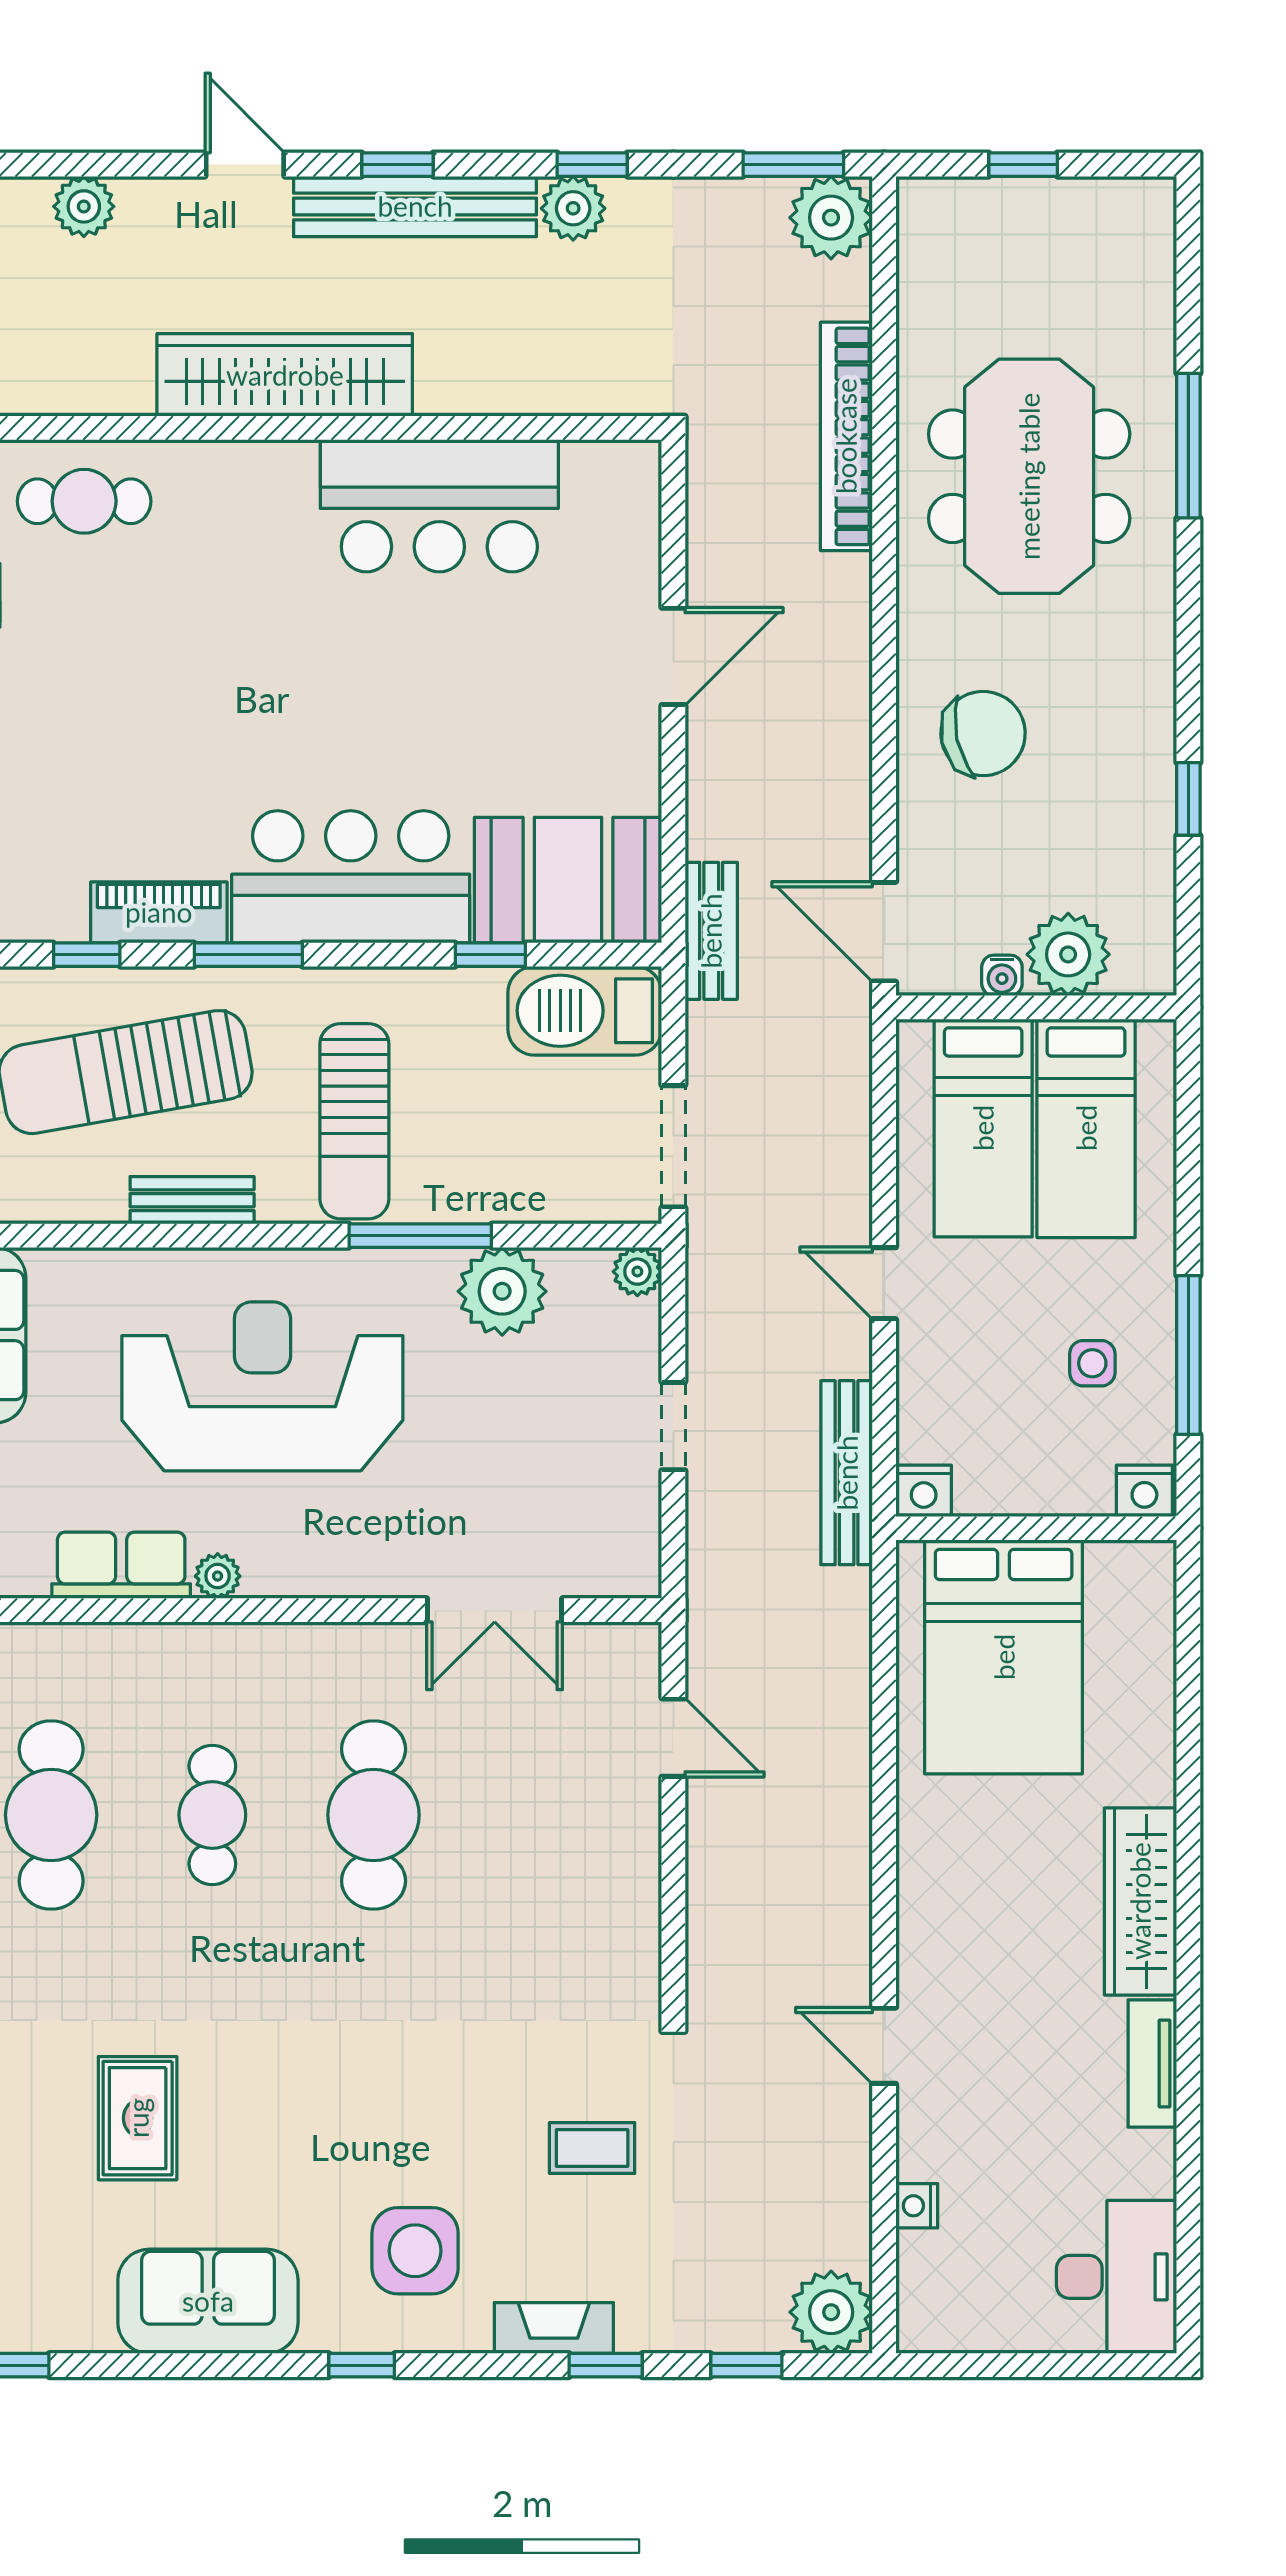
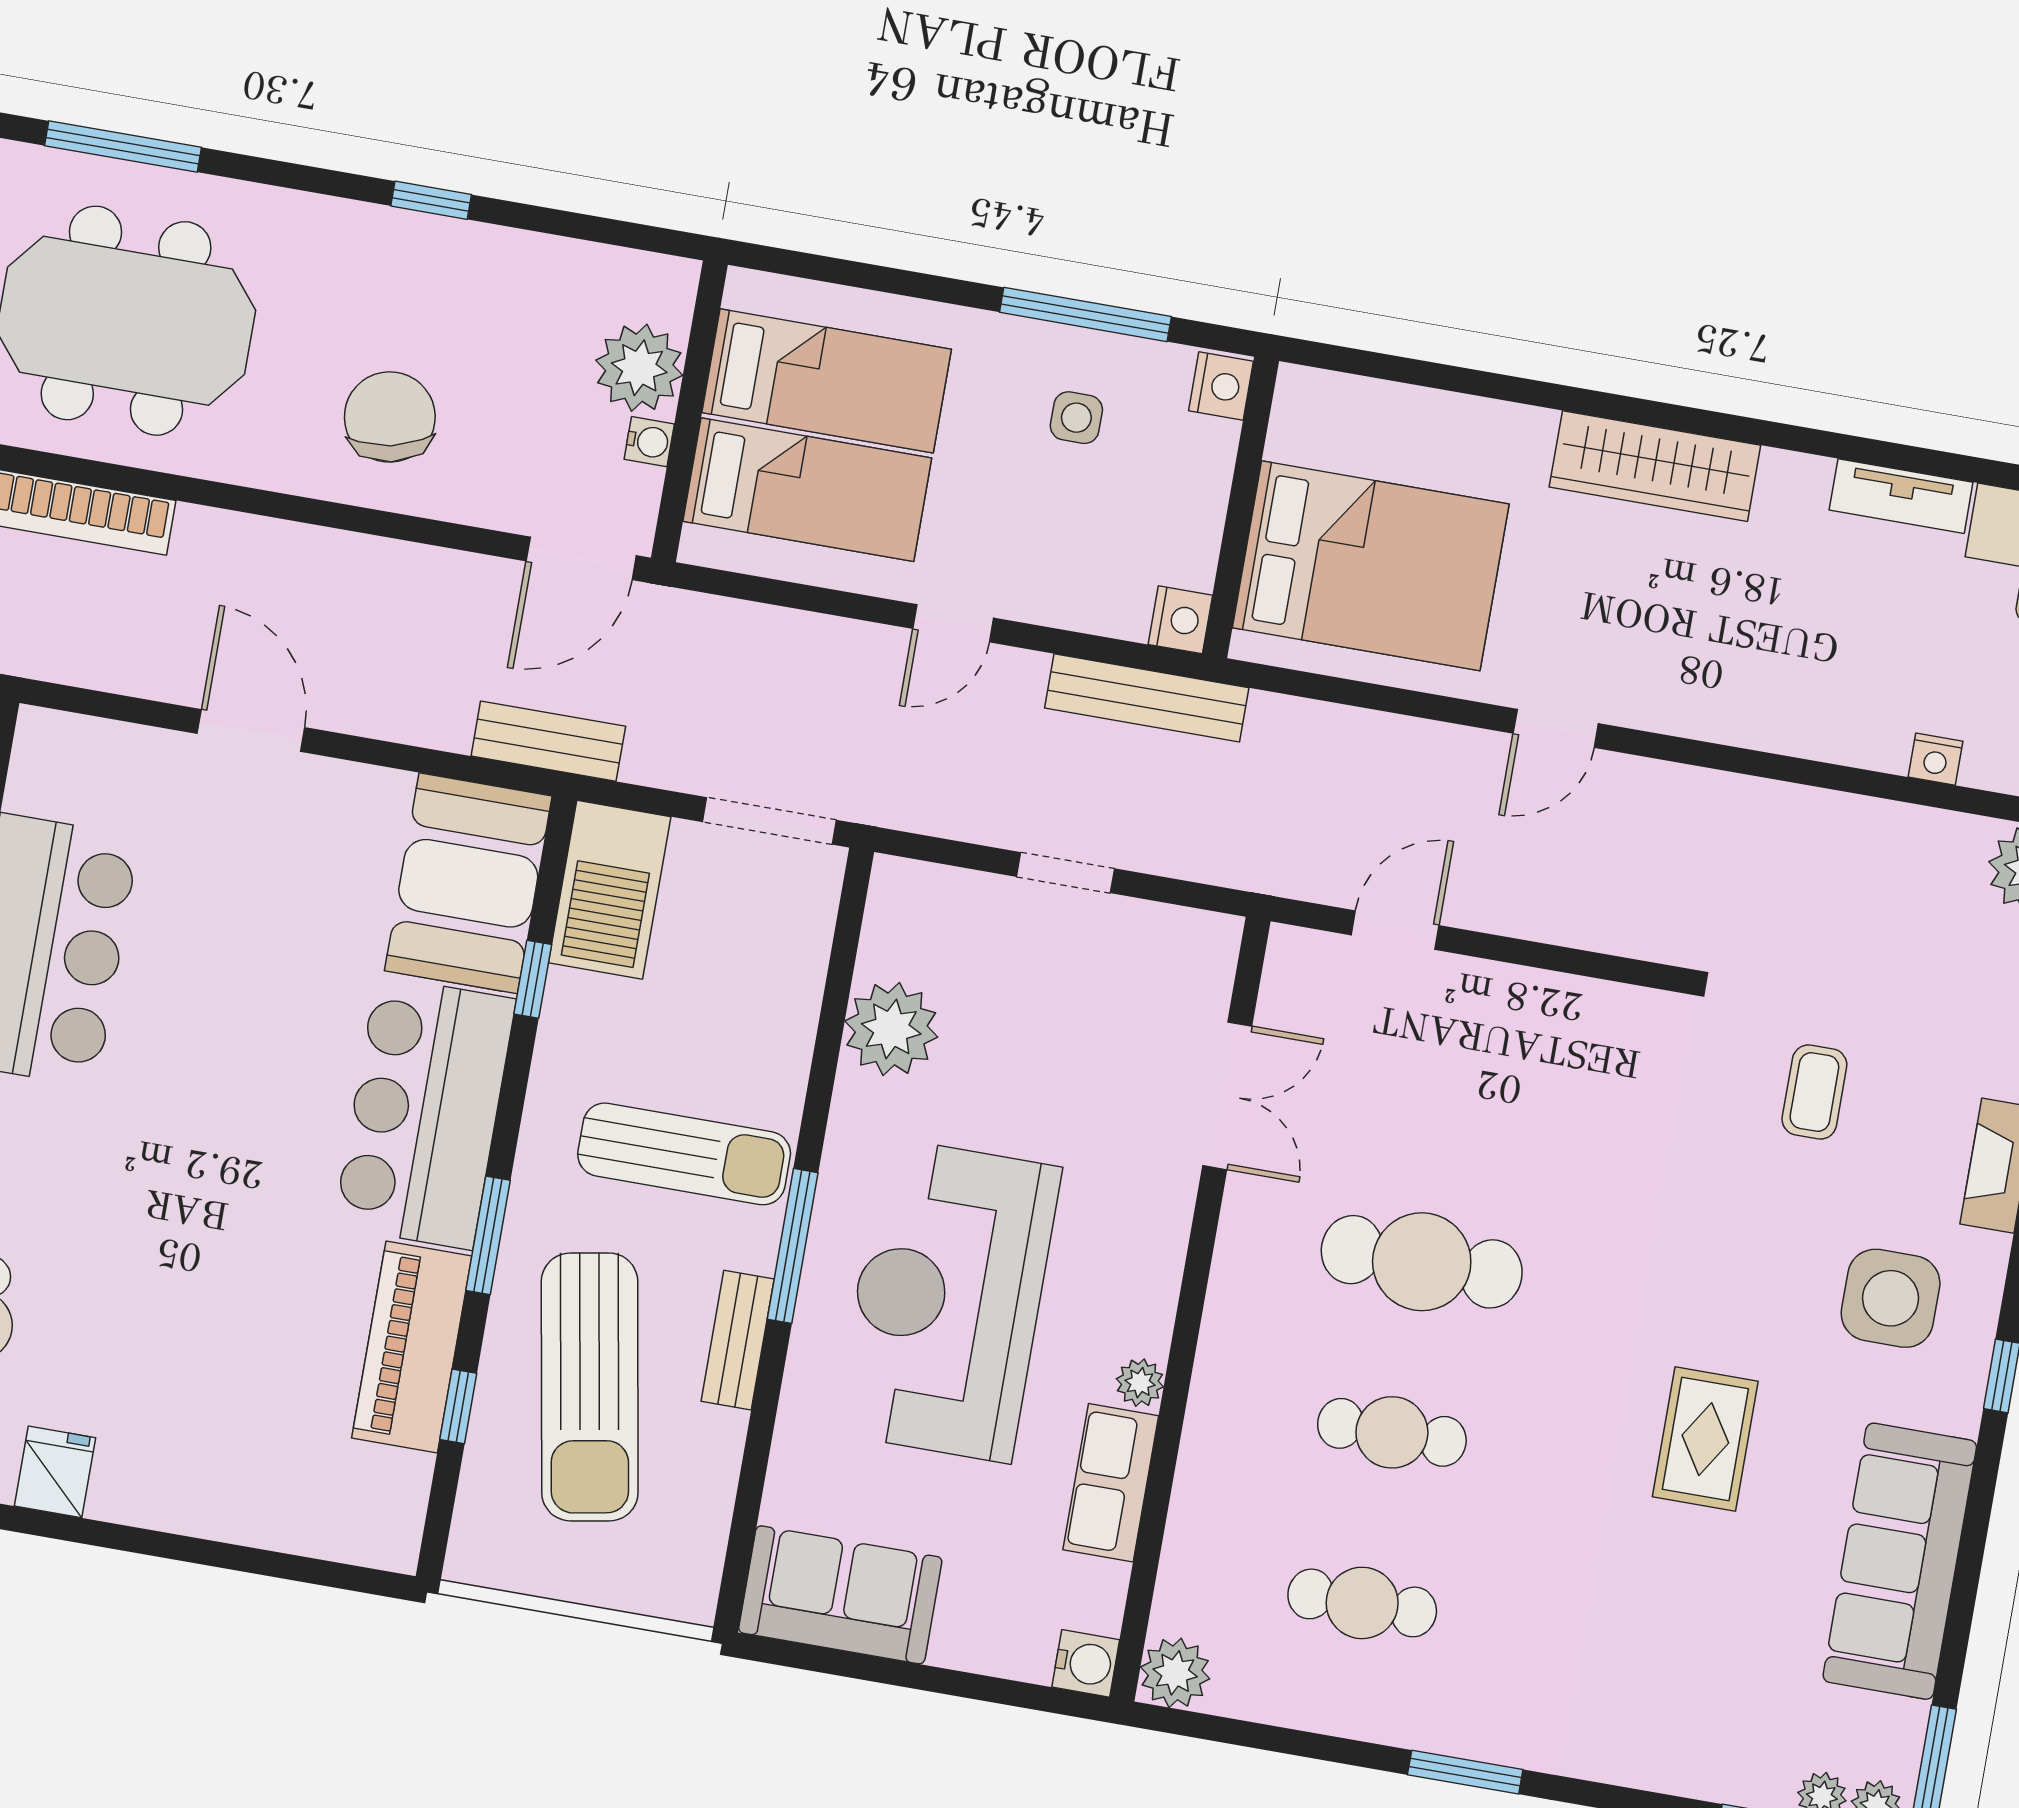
window: (1188, 799) -> (431, 200), moved
piano: (159, 912) -> (412, 1347), width x1.37, depth x1.33
window: (420, 1236) -> (793, 1246), moved
plant: (637, 1272) -> (895, 882), removed
cafe table: (51, 1815) -> (1362, 1603), width x0.73, depth x0.74
door: (884, 2046) -> (1556, 728), moved
tv unit: (1152, 2063) -> (1901, 496), moved
rug: (138, 2118) -> (1705, 1439), moved, turned 90
sofa: (208, 2301) -> (1900, 1561), width x1.36

